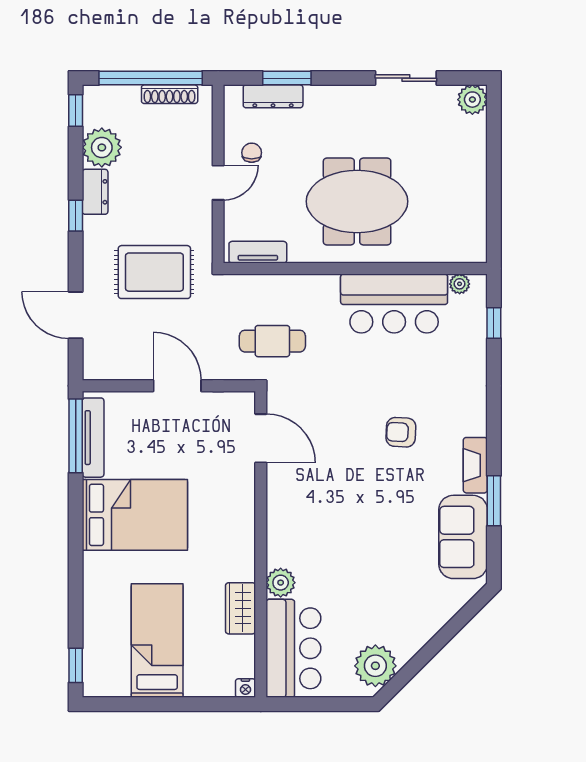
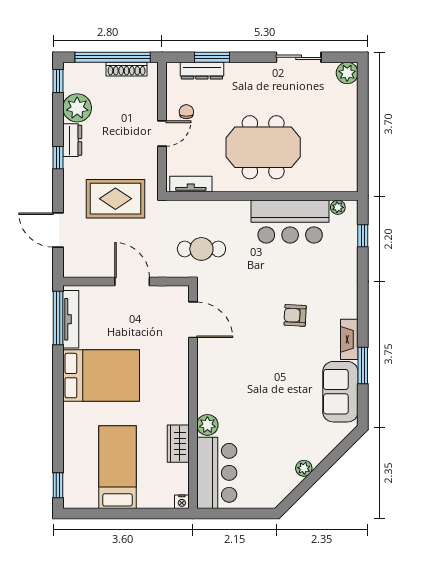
plant: (375, 666) -> (304, 468), moved, width x0.53, depth x0.53

